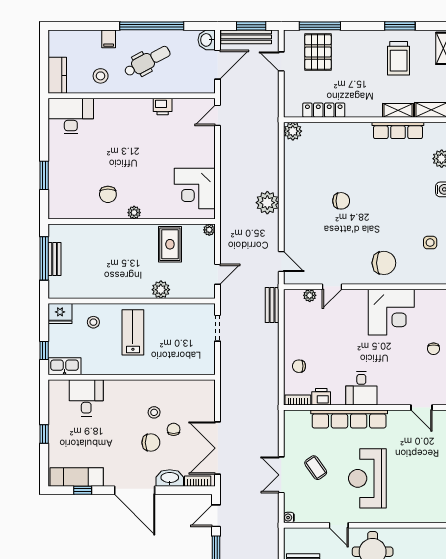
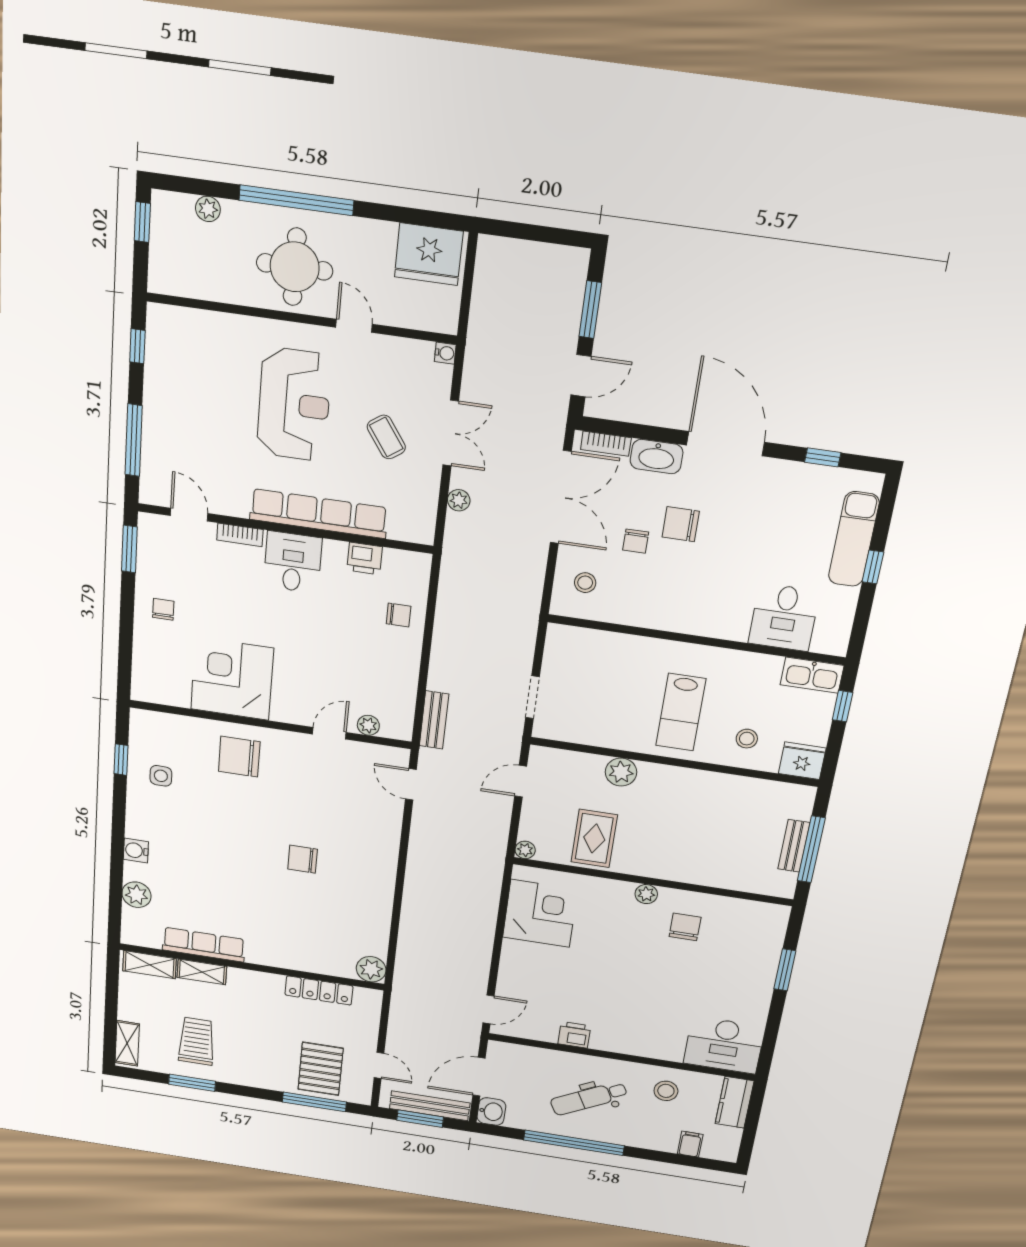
filing cabinet: (109, 39) -> (690, 1144), moved
plant: (267, 203) -> (459, 500), moved, width x0.53, depth x0.53
bookcase: (298, 400) -> (240, 535), moved
stool: (154, 412) -> (585, 583), moved
exam couch: (77, 477) -> (854, 539), moved, turned 90

